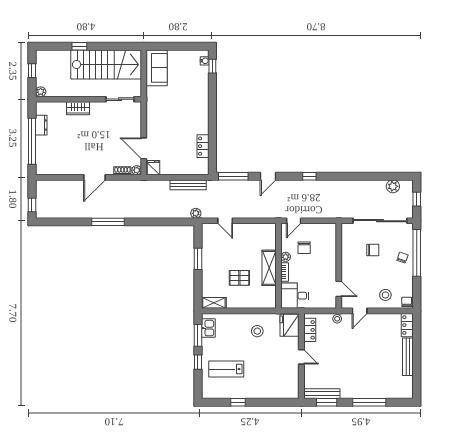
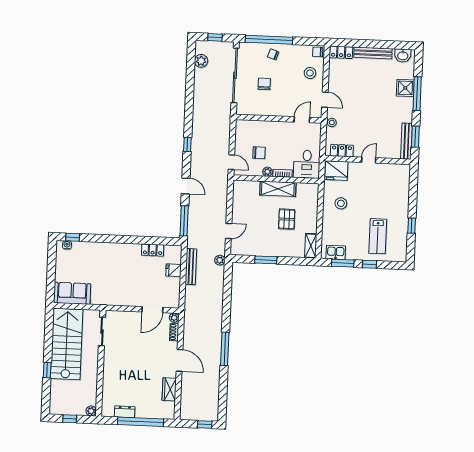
wardrobe: (78, 108) -> (169, 389), moved, turned 180
fridge: (153, 168) -> (173, 270), moved
washbasin: (407, 386) -> (403, 55), added
shower: (375, 390) -> (405, 88), added

